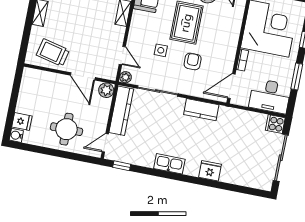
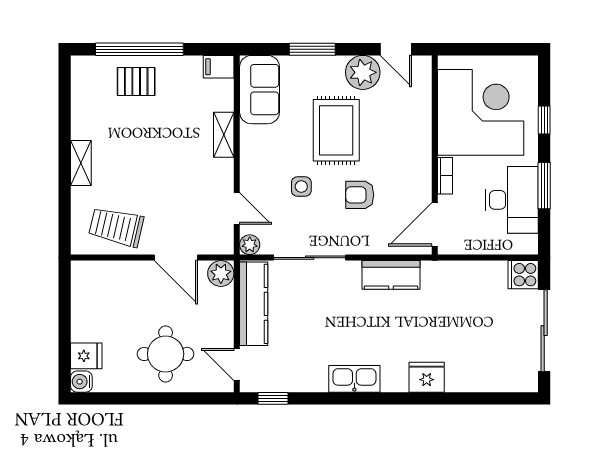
armchair: (193, 61) -> (360, 195), turned -90
desk: (270, 96) -> (512, 200), moved, turned -90
door: (105, 143) -> (237, 365), hinge flipped

